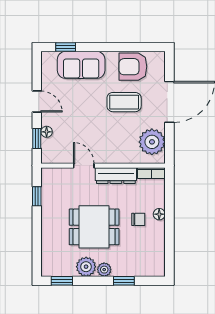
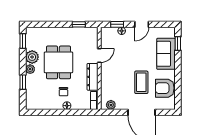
armchair: (133, 67) -> (165, 88), turned -90
plant: (152, 142) -> (111, 105), width x0.53, depth x0.53

